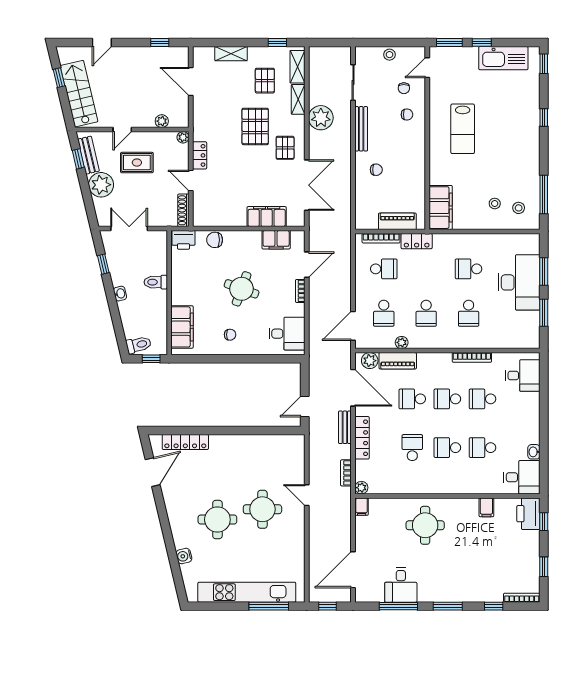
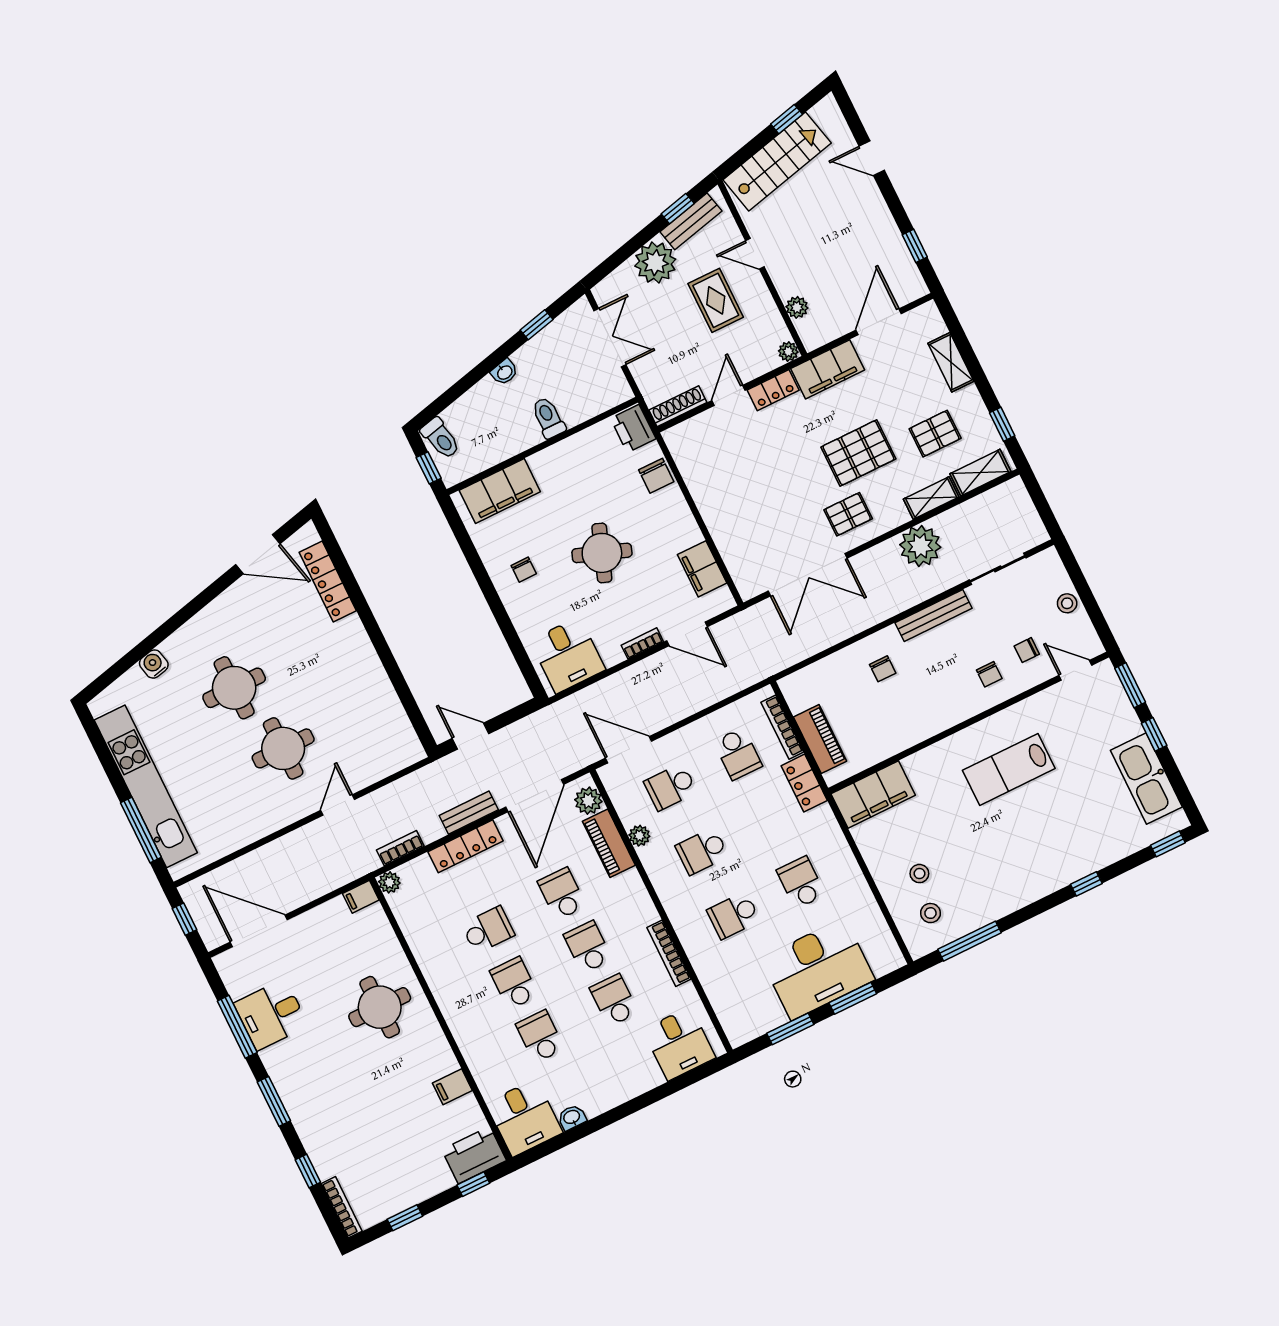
filing cabinet: (267, 217) -> (828, 369), moved, turned 90
chair: (215, 240) -> (656, 476), turned 180

